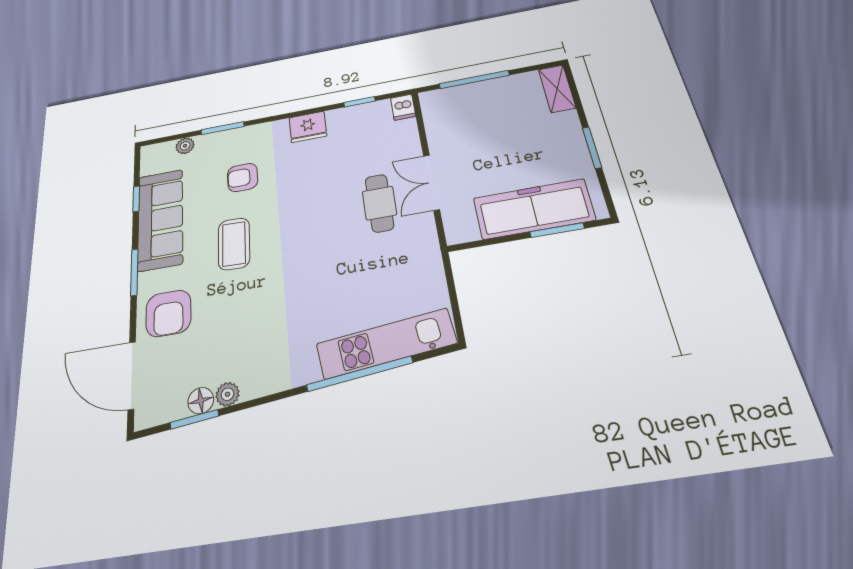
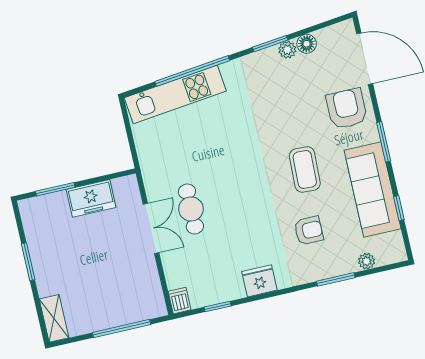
freezer: (534, 209) -> (91, 198), width x0.52, depth x0.79
window: (194, 419) -> (270, 44), moved

